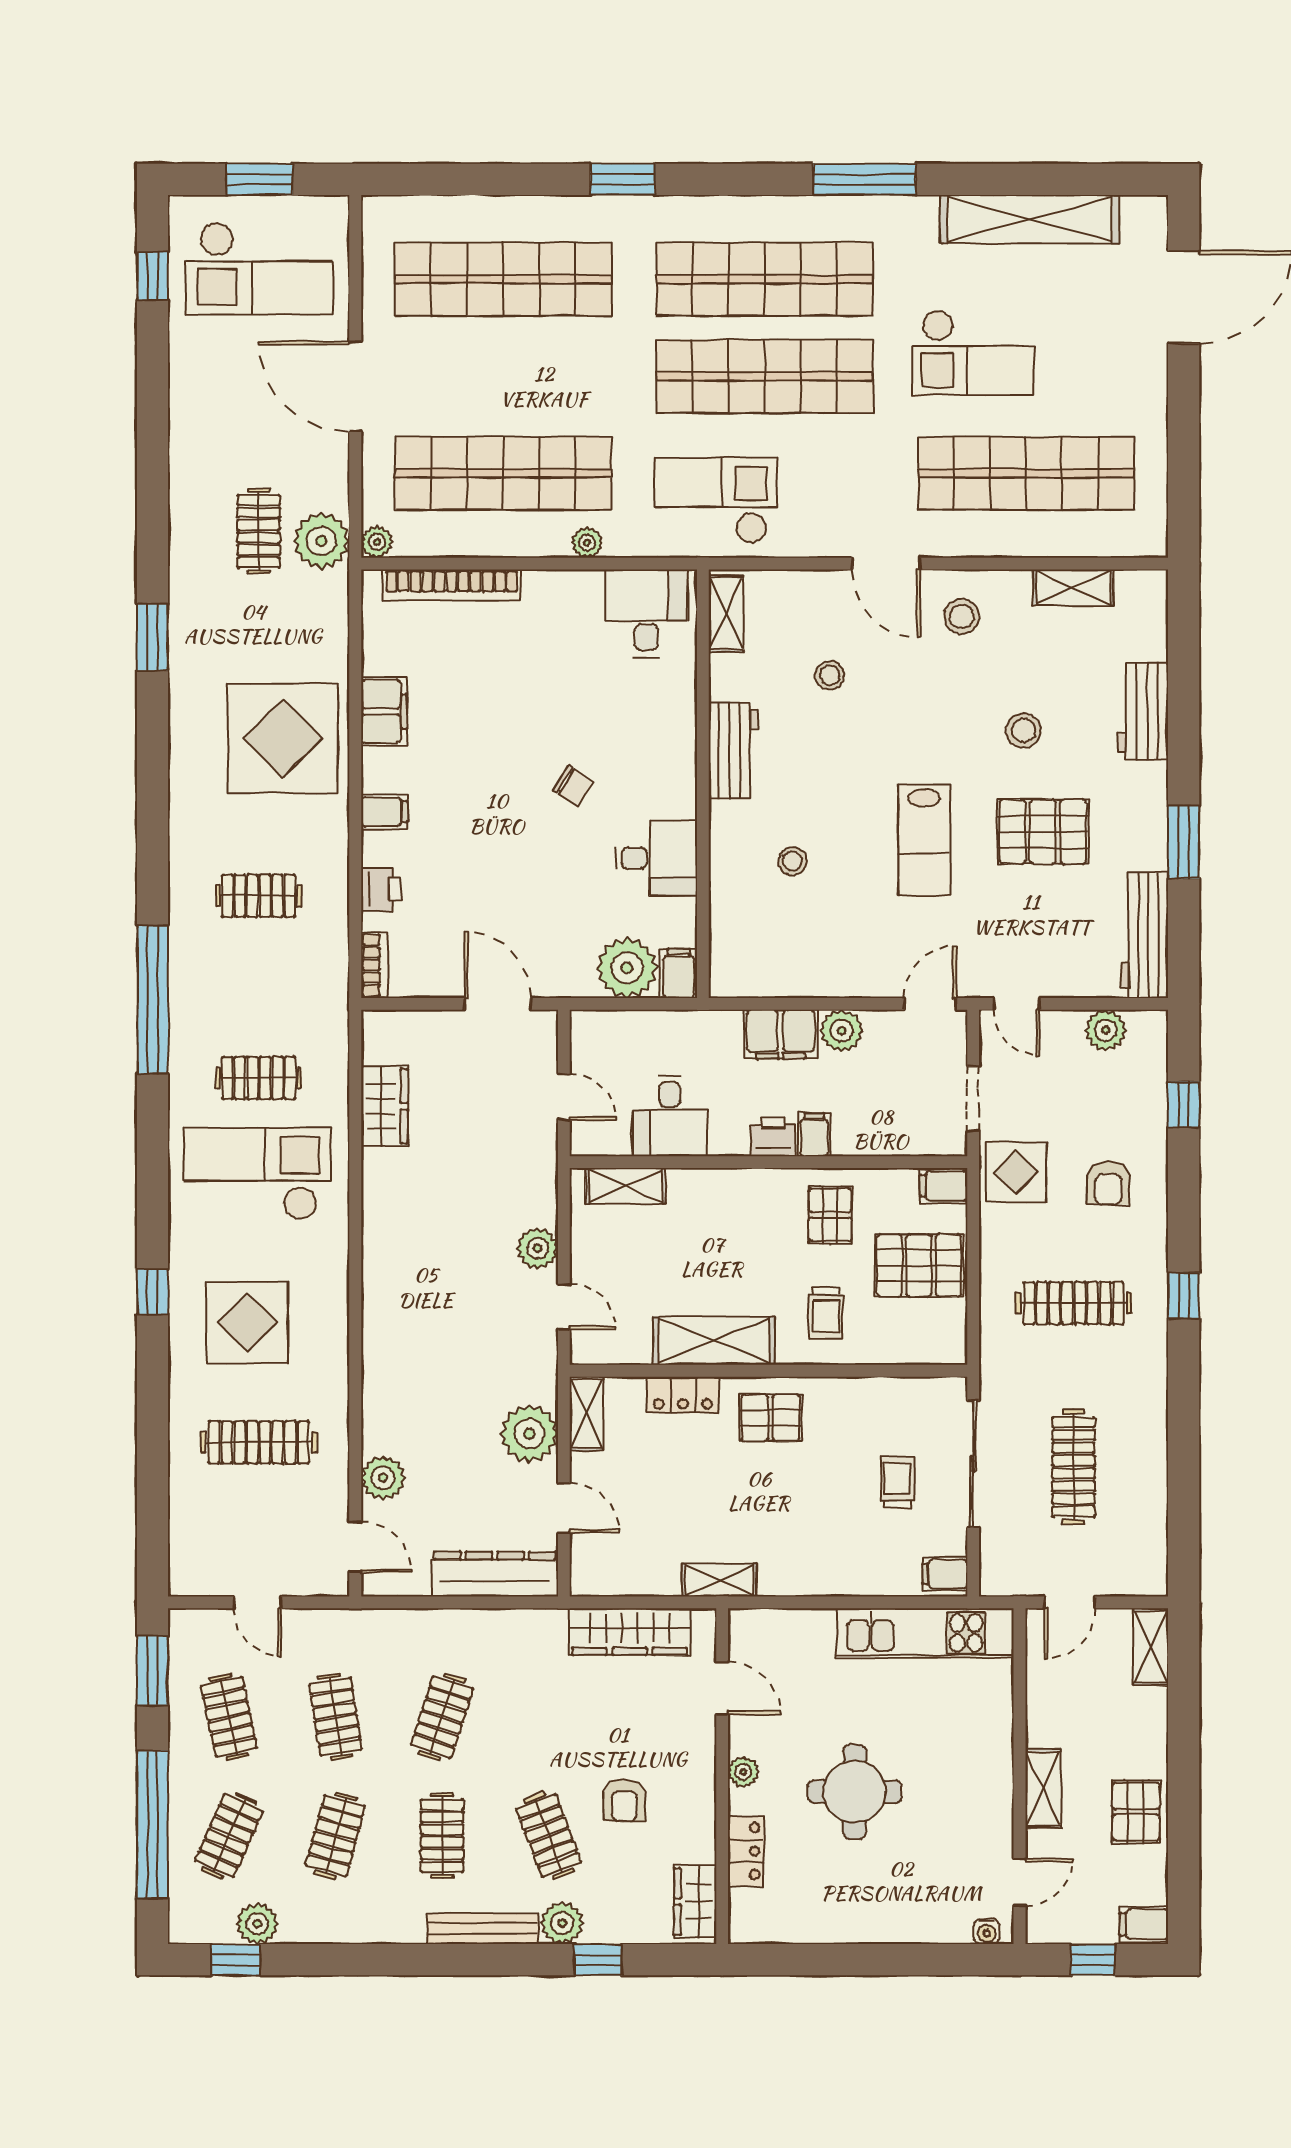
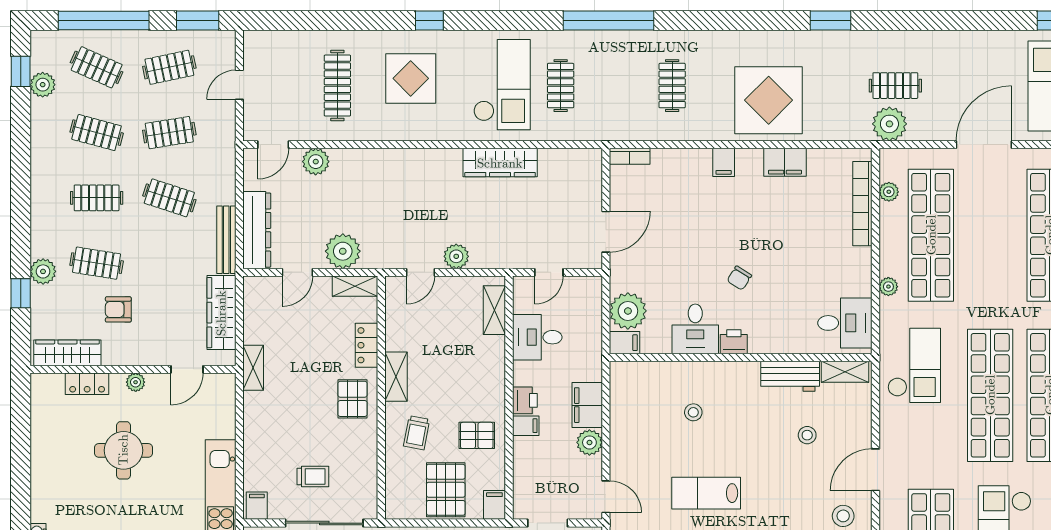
plant: (377, 542) -> (889, 192), moved
workbench: (733, 751) -> (790, 376), moved
printer: (381, 889) -> (734, 342), moved, turned 180
wardrobe: (384, 1106) -> (500, 163), moved, width x1.50
trolley: (826, 1313) -> (417, 433), turned -79
shelving: (714, 1341) -> (396, 377), width x0.67, depth x0.75
clothes rail: (549, 1836) -> (97, 263), turned 30
wardrobe: (695, 1901) -> (67, 353), width x1.50
bench: (483, 1929) -> (226, 240), moved

